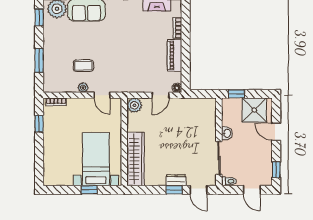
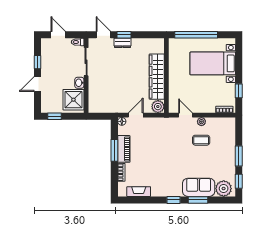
window: (186, 54) -> (114, 150), added
window: (39, 61) -> (239, 156), moved
window: (236, 94) -> (54, 116), moved
shower: (254, 110) -> (73, 100), moved
door: (276, 132) -> (37, 84), swing flipped
bed with nightstands: (96, 159) -> (213, 63), moved, turned 90
wardrobe: (136, 159) -> (157, 77), moved
window: (276, 170) -> (37, 62), moved
window: (89, 190) -> (196, 35), width x3.17

